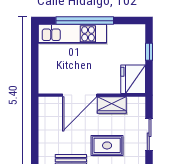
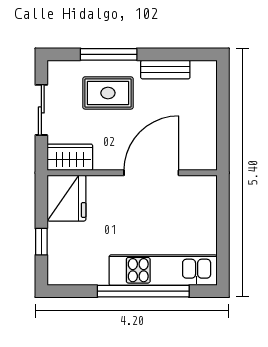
wardrobe: (112, 105) -> (70, 157), moved

